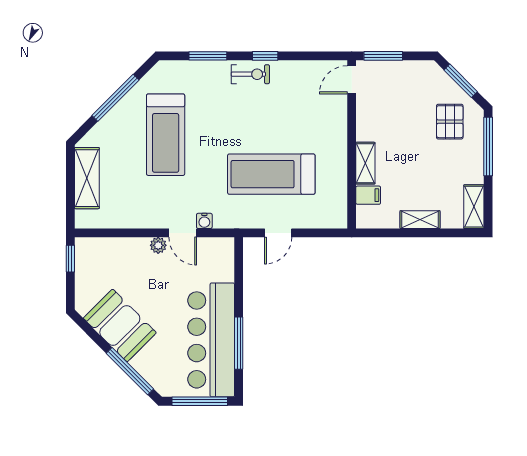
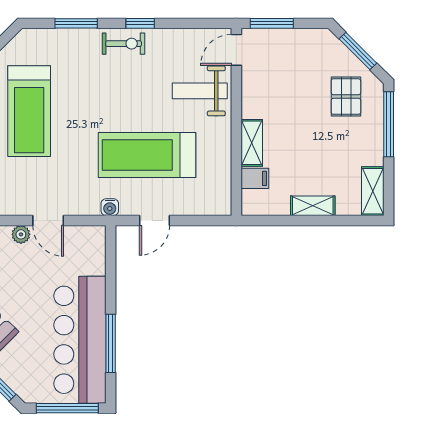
weight bench: (319, 117) -> (200, 91), added
water cooler: (204, 221) -> (110, 207), moved

